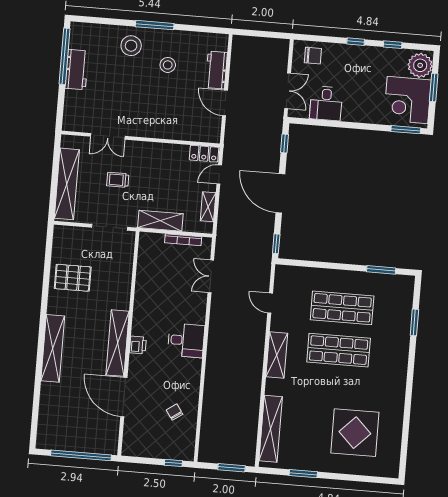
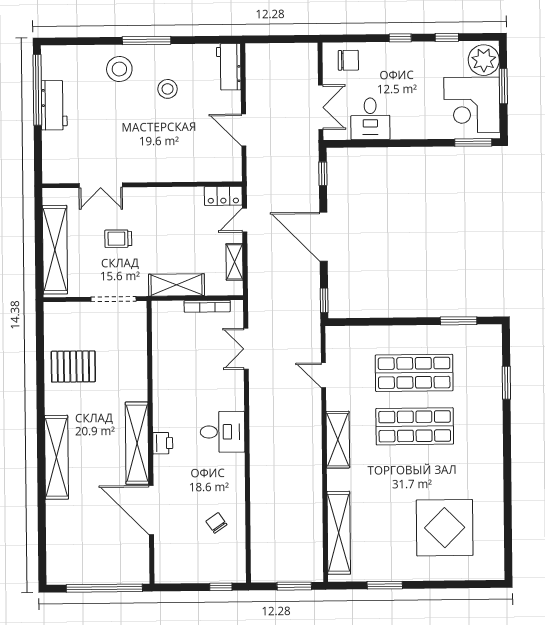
workbench: (216, 70) -> (229, 67), moved

